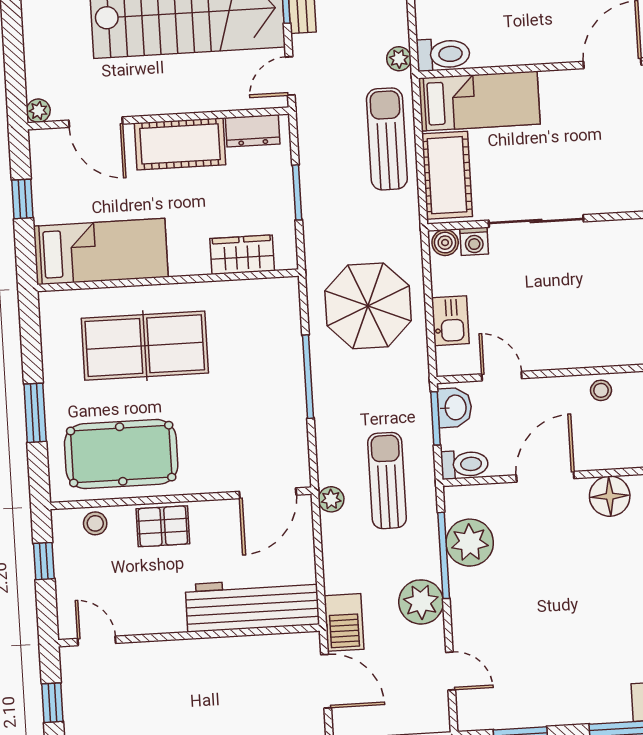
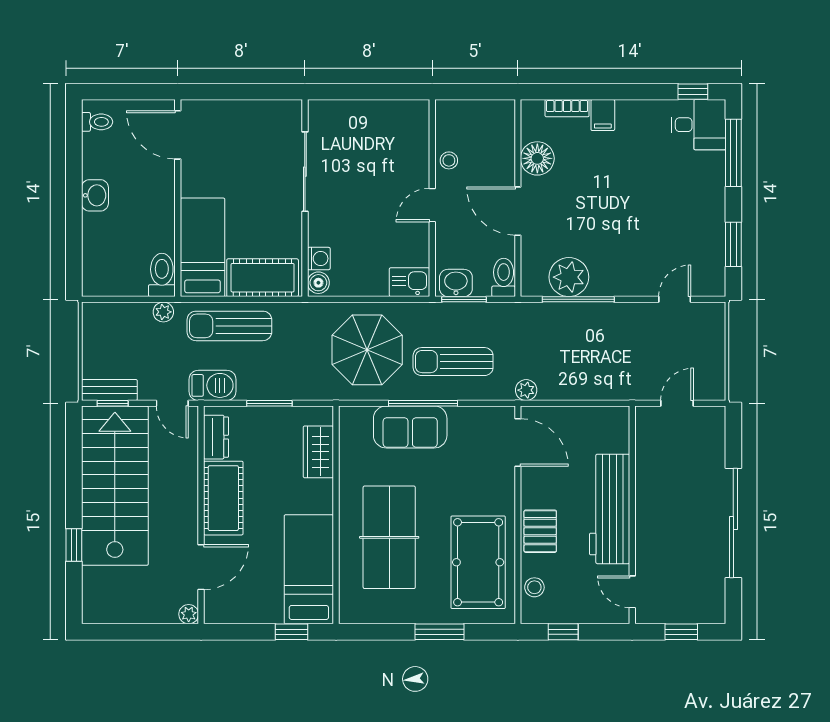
window: (22, 199) -> (291, 632), moved
sliding door: (536, 221) -> (305, 172), moved
kitchen sink: (450, 321) -> (410, 282), moved
sofa: (279, 363) -> (410, 427), added
door: (502, 376) -> (432, 205), moved
sun lounger: (387, 481) -> (453, 362), moved
plant: (421, 602) -> (616, 320), removed
workbench: (252, 604) -> (610, 509), moved
barbecue: (344, 622) -> (213, 385), moved
door: (97, 641) -> (632, 592), hinge flipped
door: (326, 681) -> (677, 403), width x0.73

